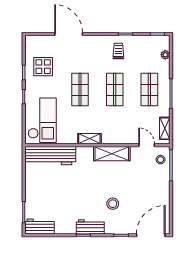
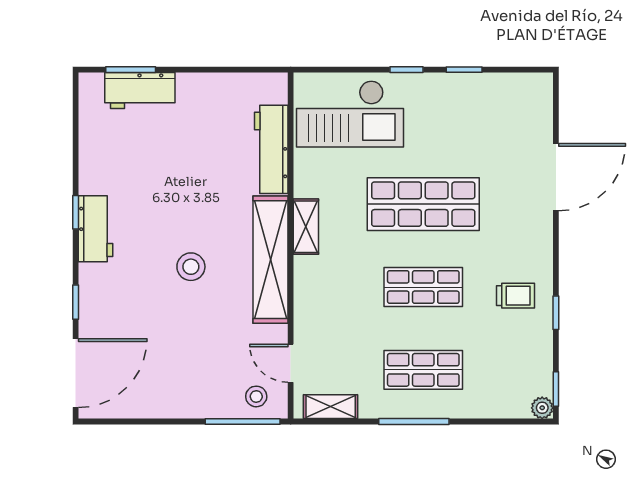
plant: (165, 55) -> (542, 408), moved
display table: (43, 67) -> (478, 116), removed
shop shelf: (80, 90) -> (423, 204), width x1.43, depth x1.36
door: (147, 145) -> (291, 363), swing flipped
shelving: (112, 154) -> (270, 260), width x1.47
workbench: (50, 156) -> (271, 149), width x0.73, depth x0.76
stool: (113, 204) -> (191, 267), moved
workbench: (39, 226) -> (140, 91), moved, turned 90
door: (151, 235) -> (76, 373), hinge flipped

